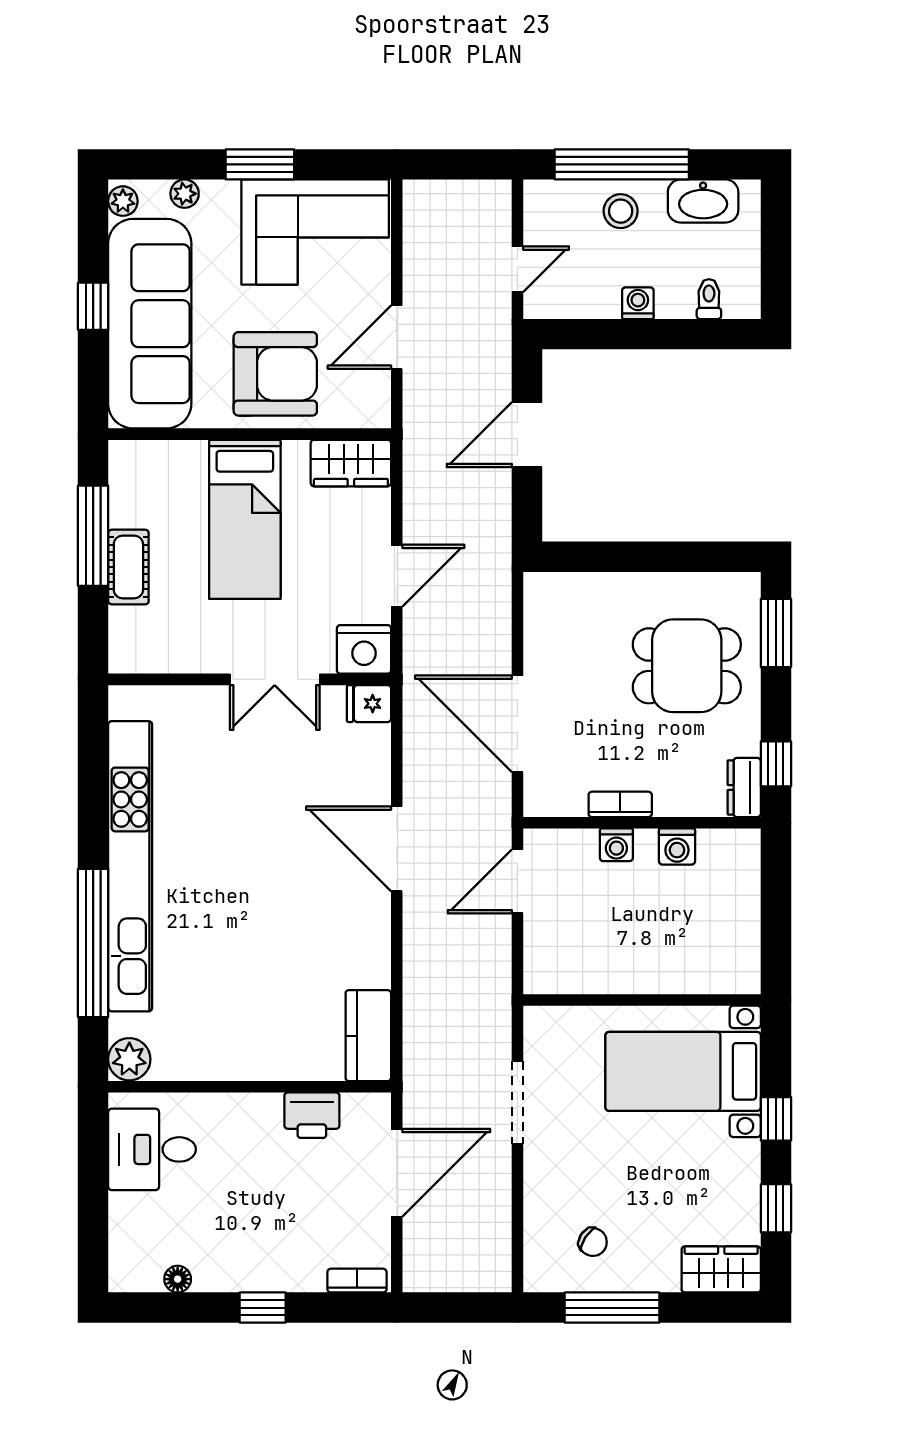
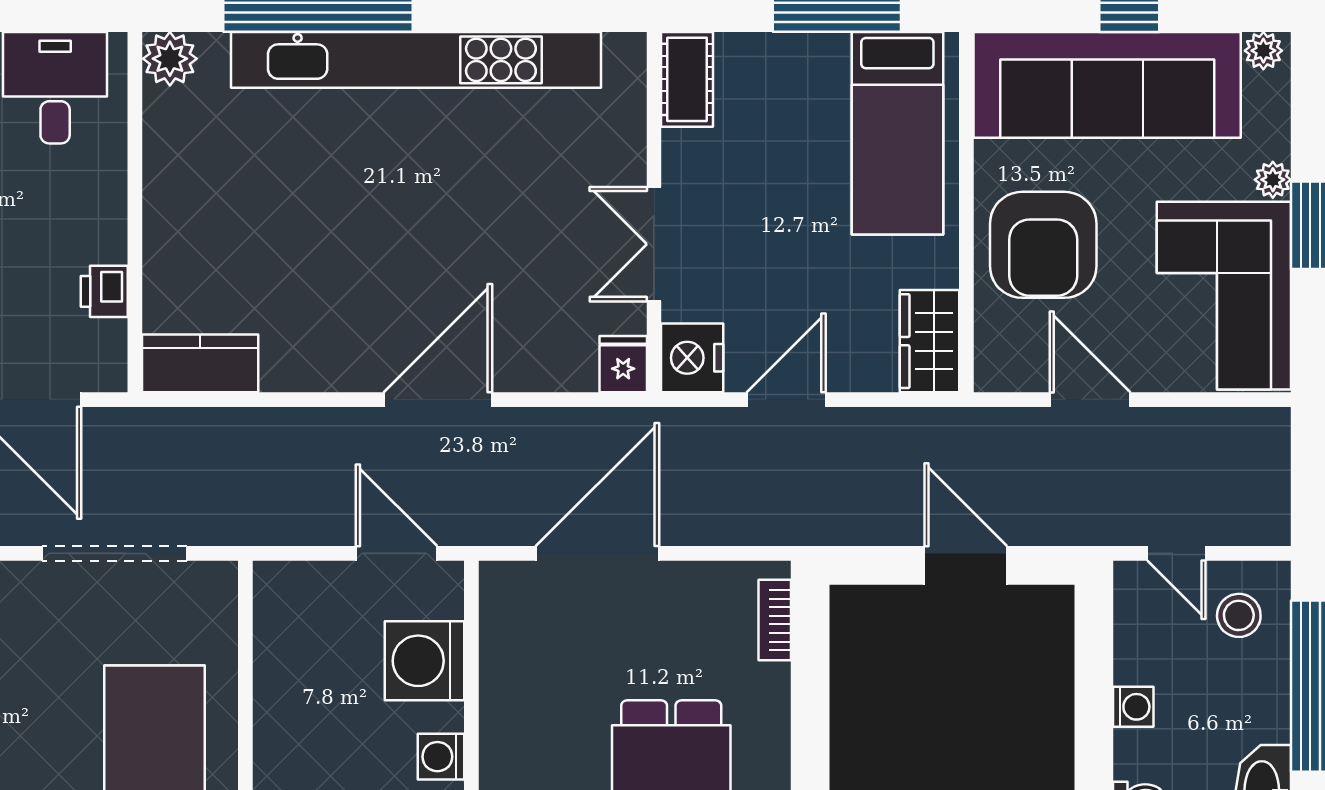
plant: (185, 194) -> (1273, 180), moved
stool: (621, 211) -> (1239, 615), moved
bed: (245, 519) -> (897, 133), moved, turned -90
cot: (128, 567) -> (687, 79), moved, turned 90
door: (397, 576) -> (786, 400), swing flipped
bookcase: (620, 804) -> (775, 620), moved, turned 180
washing machine: (616, 845) -> (425, 661), width x1.89, depth x1.89
doorway: (517, 1103) -> (115, 553), width x1.36
printer: (312, 1115) -> (104, 291), width x0.73, depth x0.81

